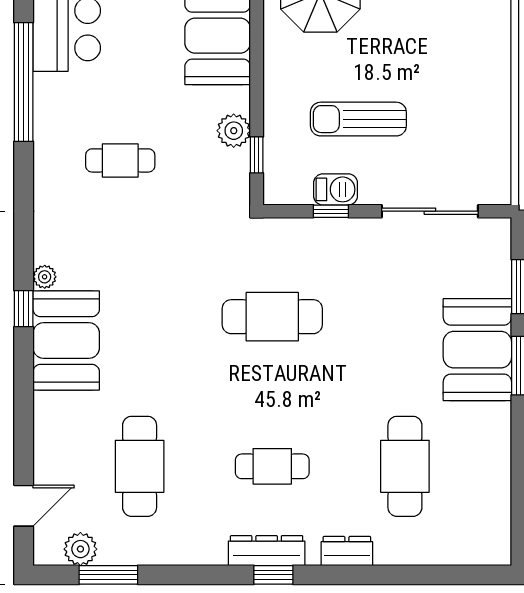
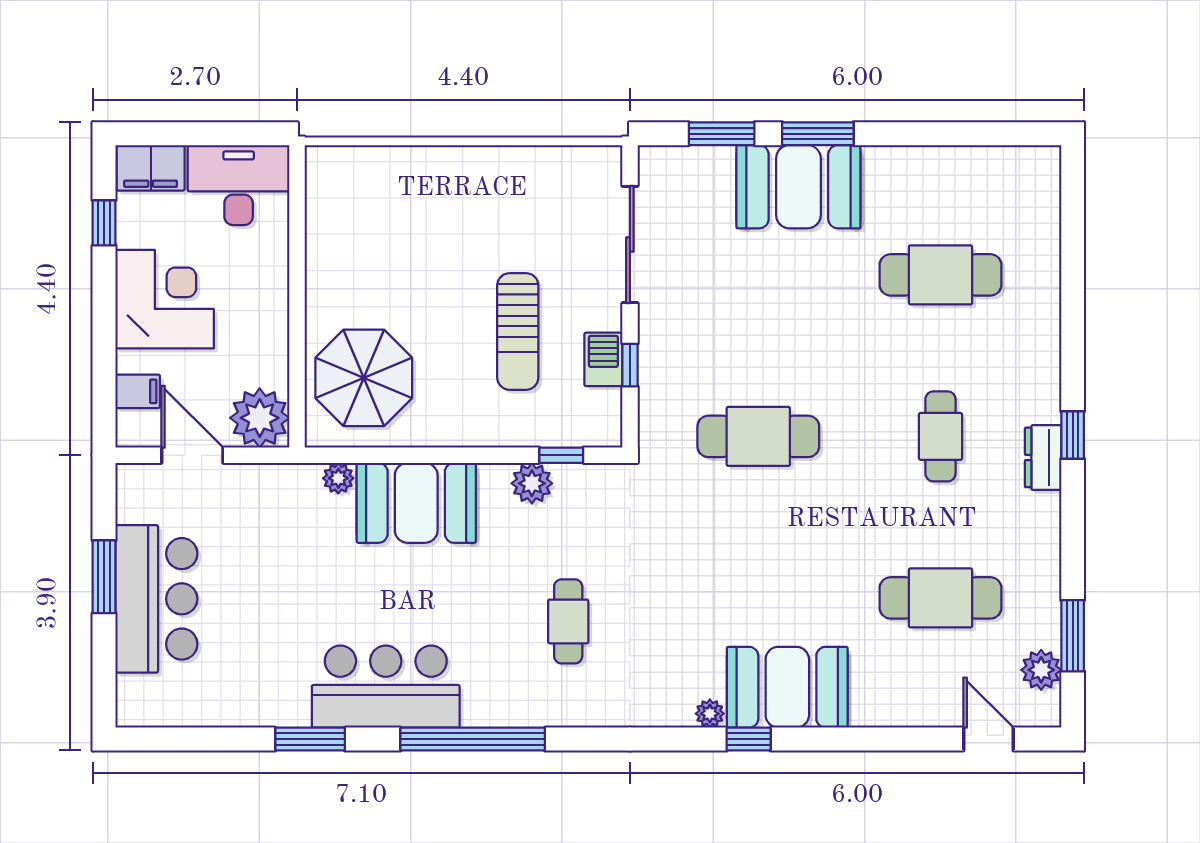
cafe table: (272, 317) -> (758, 436), turned 90
dresser: (267, 551) -> (1043, 457), width x0.70
dresser: (347, 551) -> (1044, 346), removed

